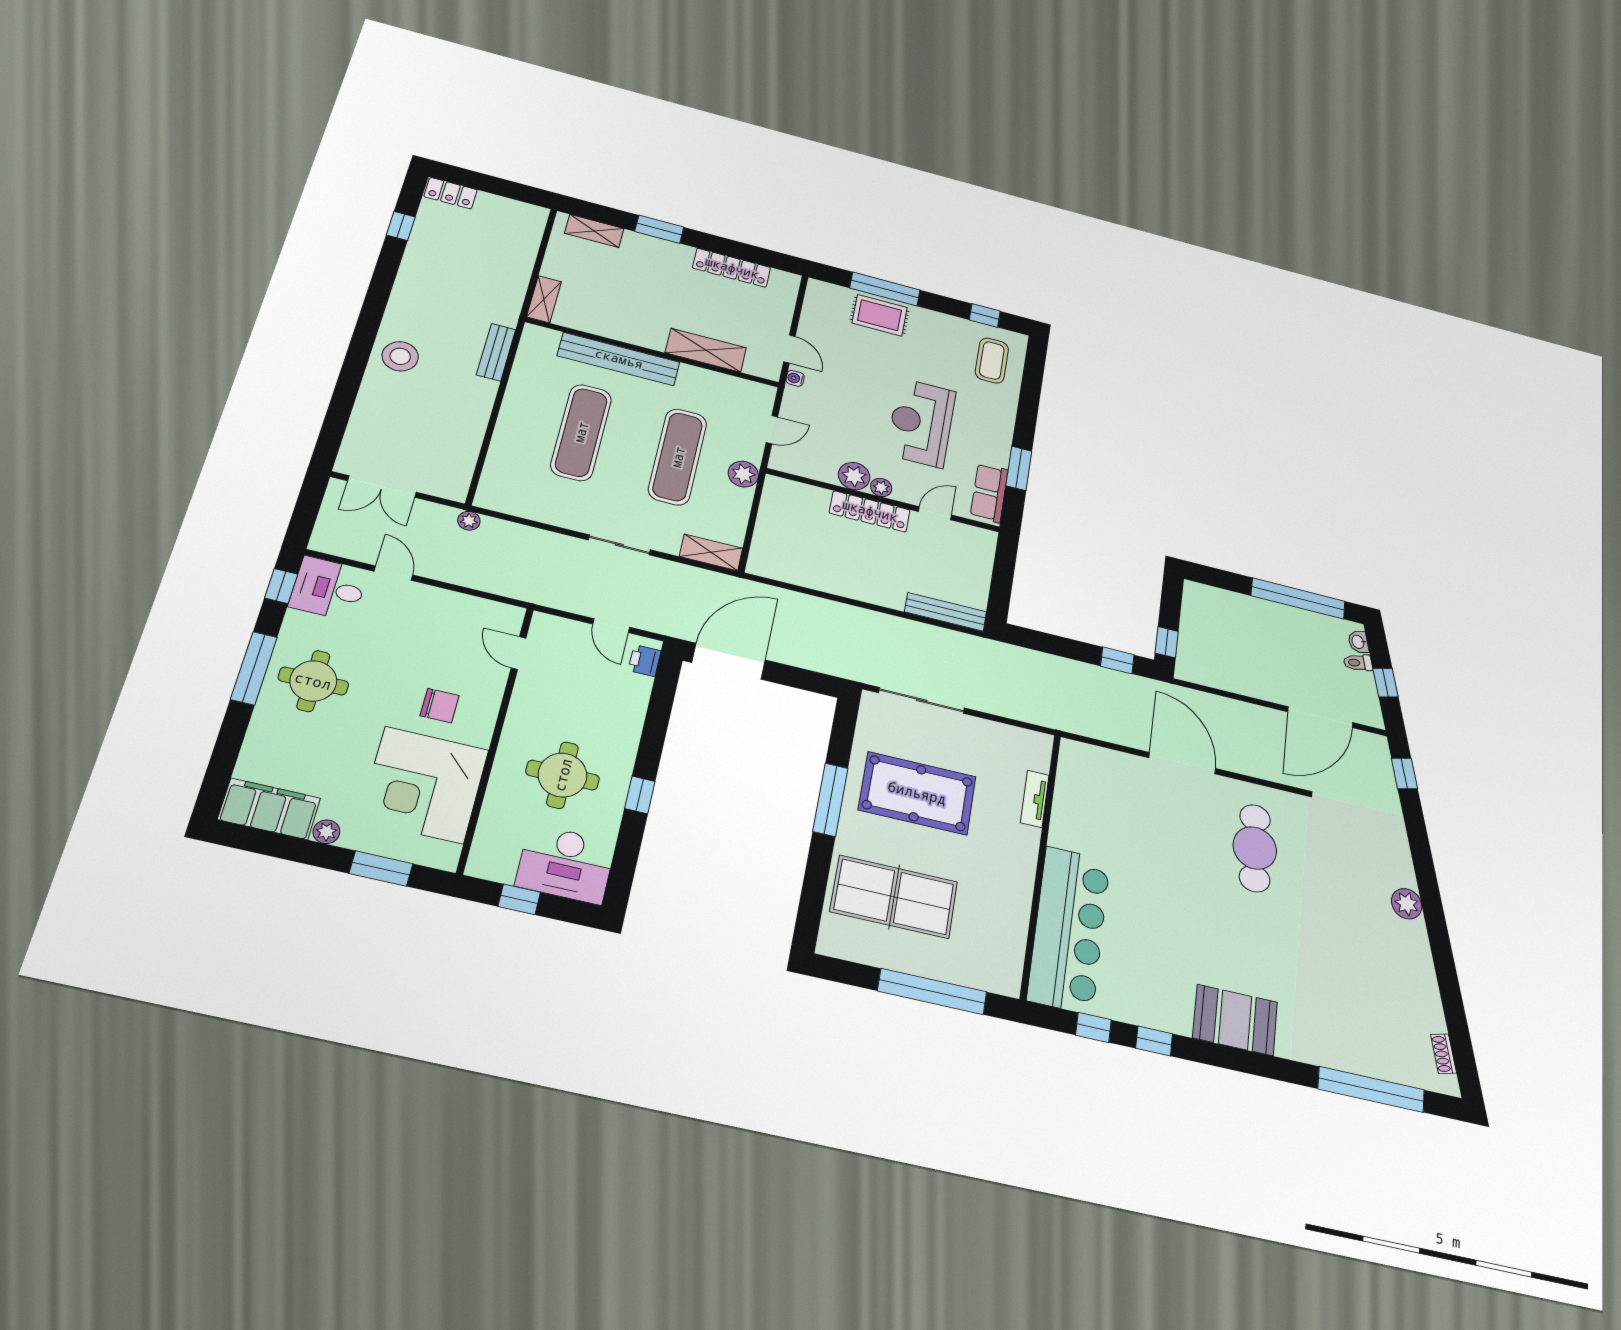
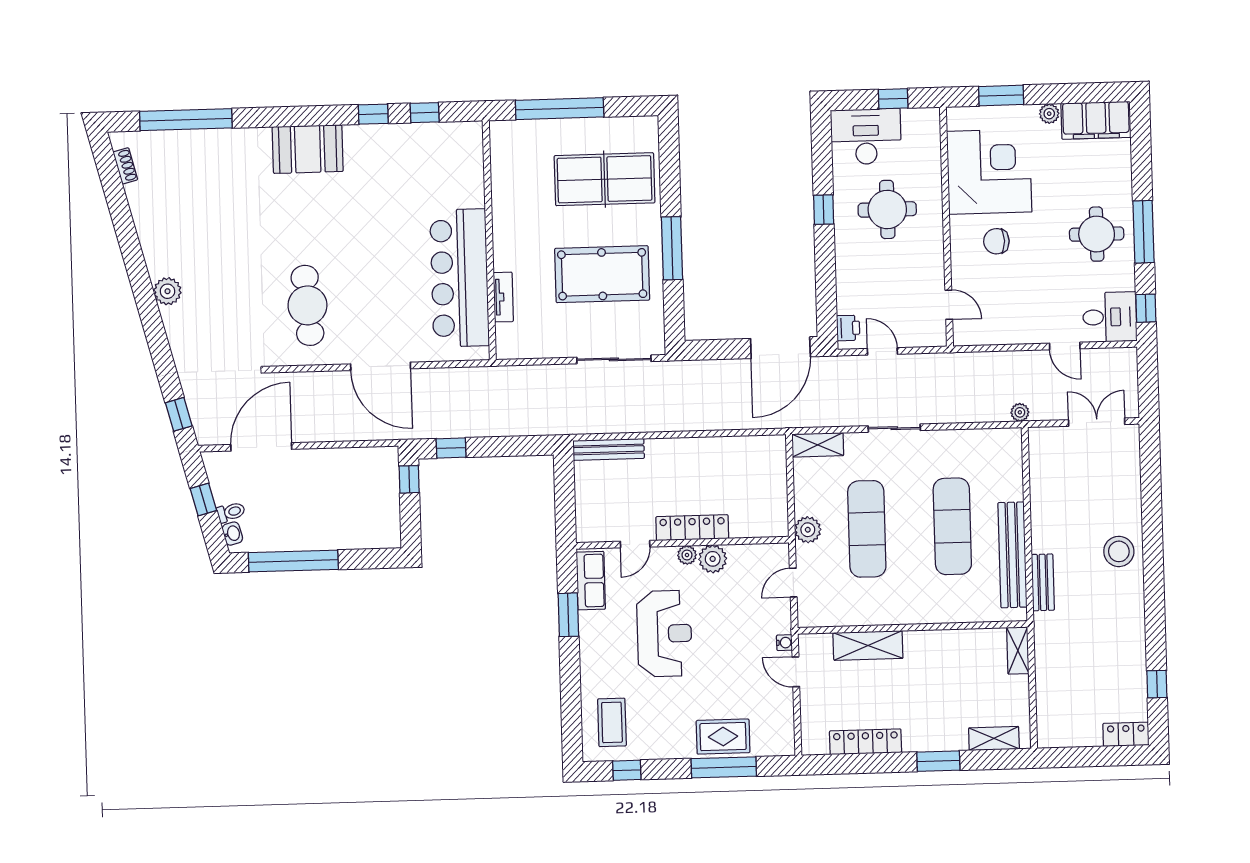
bench: (619, 359) -> (1012, 555), moved, turned 90
bar counter: (1069, 929) -> (460, 278), moved

